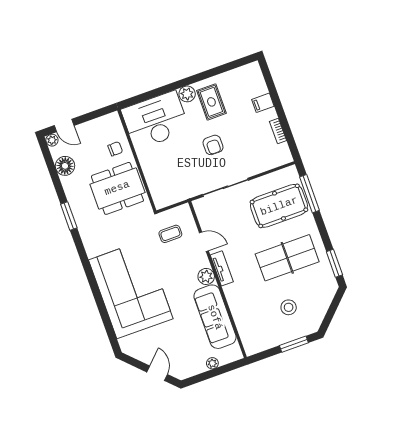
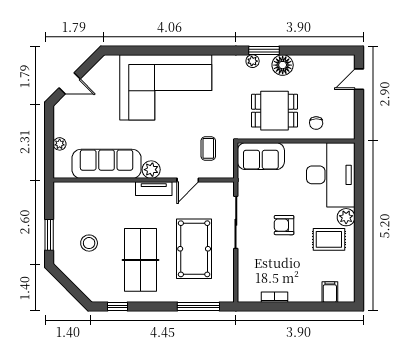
filing cabinet: (263, 103) -> (330, 292), moved
plant: (52, 140) -> (253, 61), moved
floor lamp: (65, 166) -> (283, 65), moved
sofa: (161, 186) -> (261, 156), added
dining table: (117, 188) -> (275, 111), width x0.73
pool table: (279, 206) -> (194, 249), moved
window: (334, 263) -> (118, 306), width x0.67

